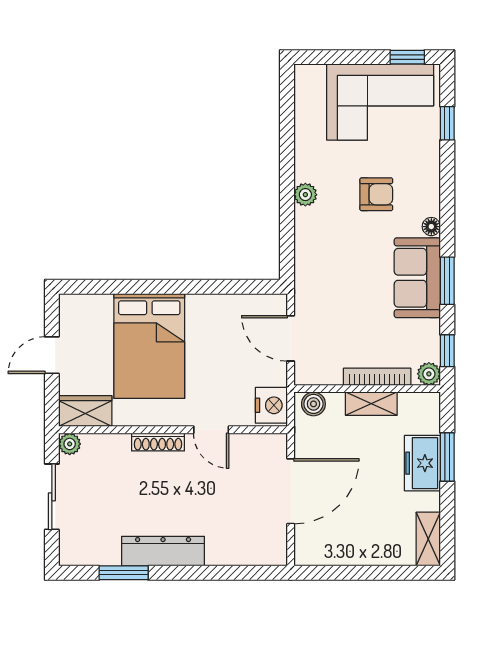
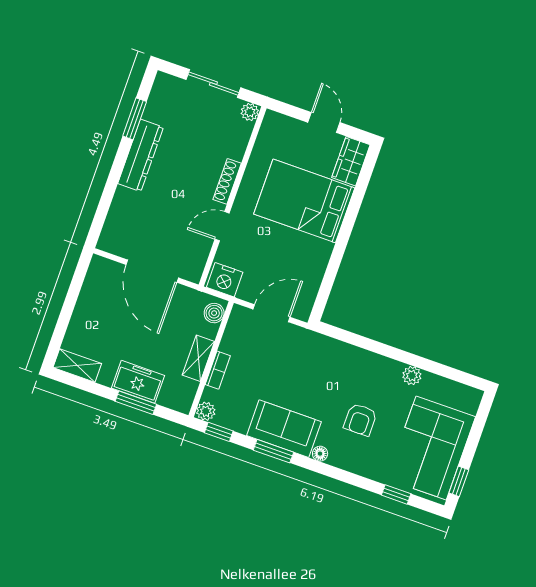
plant: (305, 195) -> (412, 376), moved
bookcase: (377, 377) -> (218, 370), width x0.64
wardrobe: (85, 411) -> (351, 161), moved, turned 180

